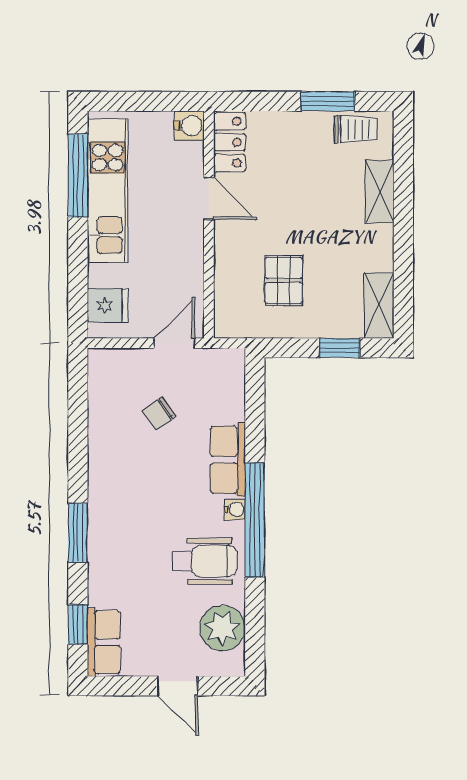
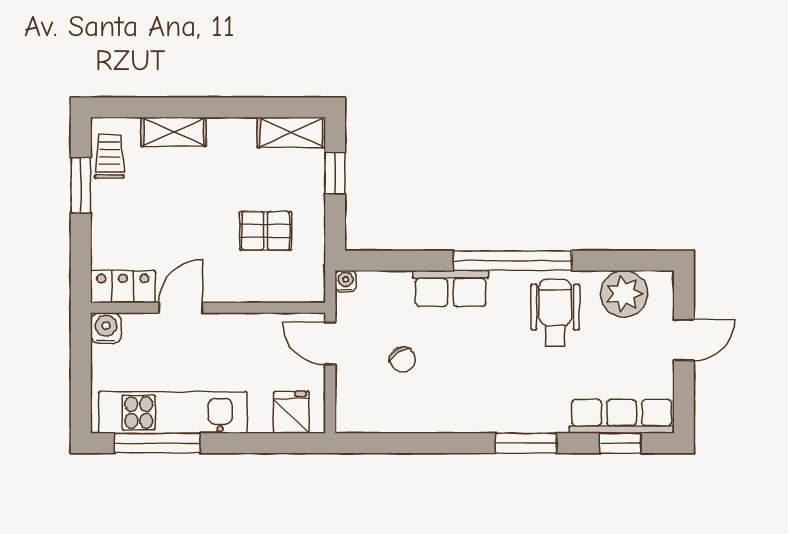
water cooler: (235, 509) -> (346, 281), moved
row of seats: (104, 642) -> (622, 416), width x1.48

